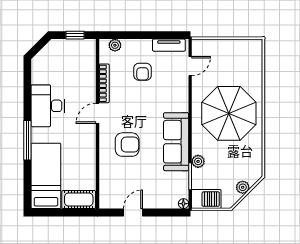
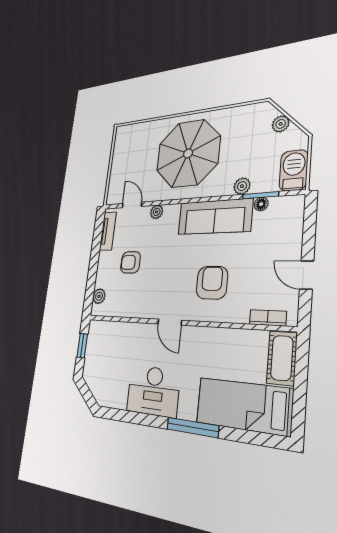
armchair: (143, 72) -> (130, 262), turned 180
bookcase: (104, 83) -> (268, 318), moved, width x0.64
plant: (183, 91) -> (157, 212), added
floor lamp: (183, 204) -> (261, 204), moved

